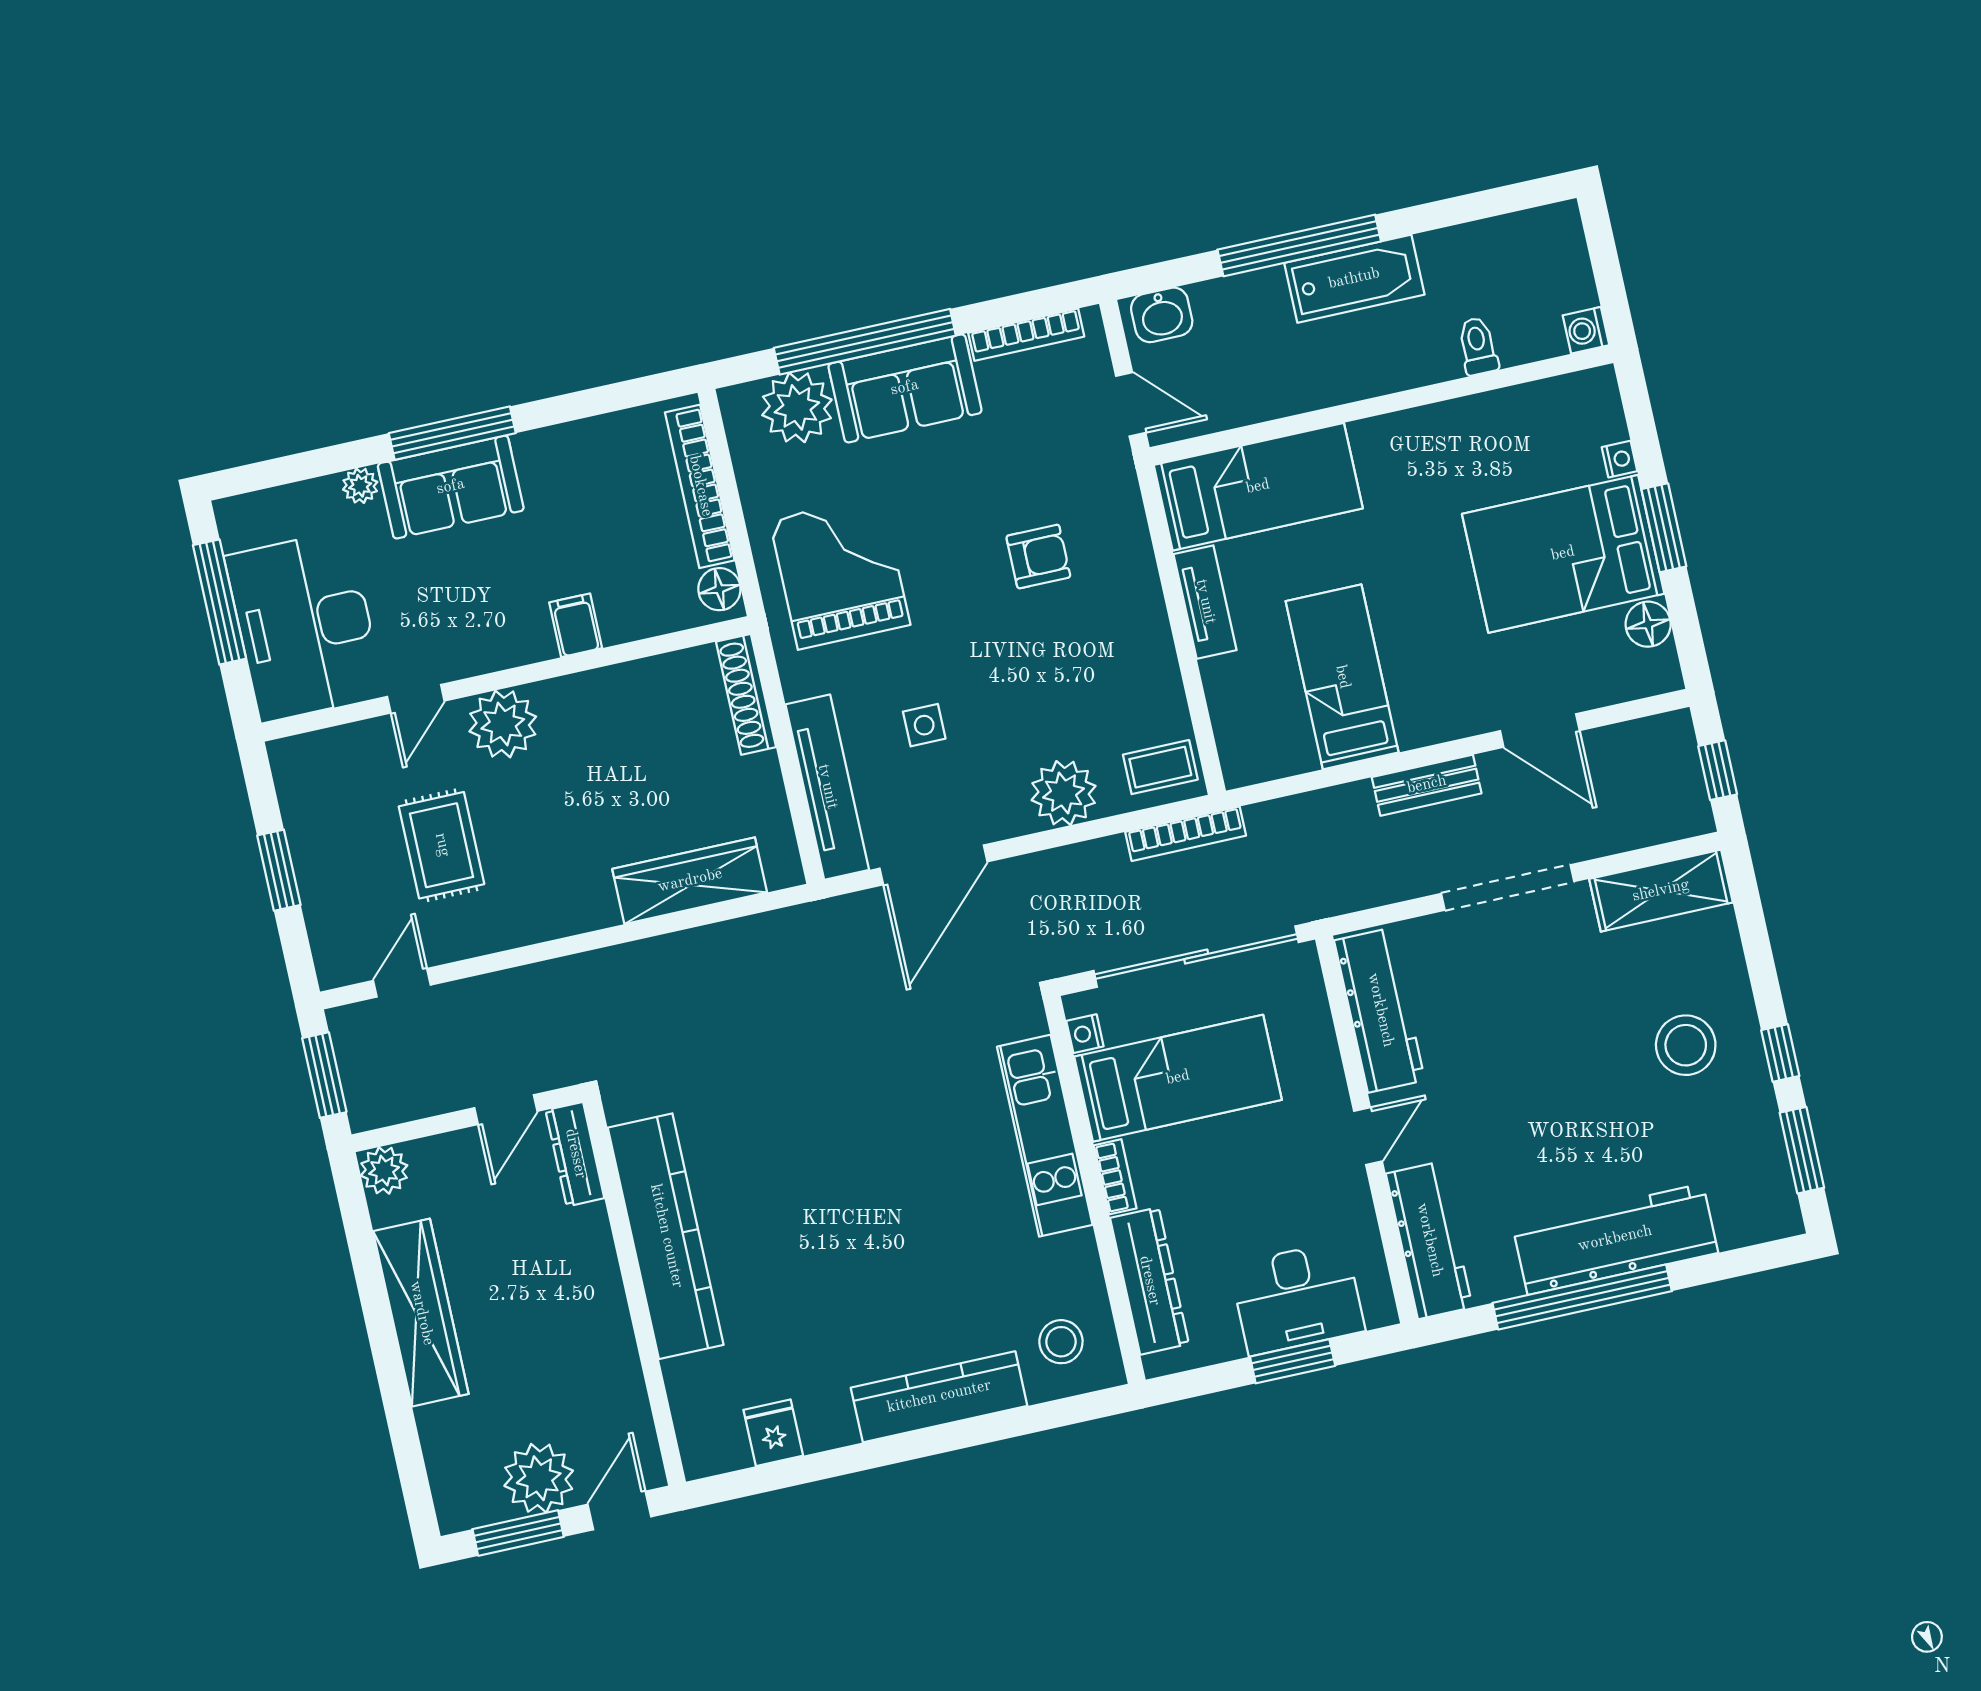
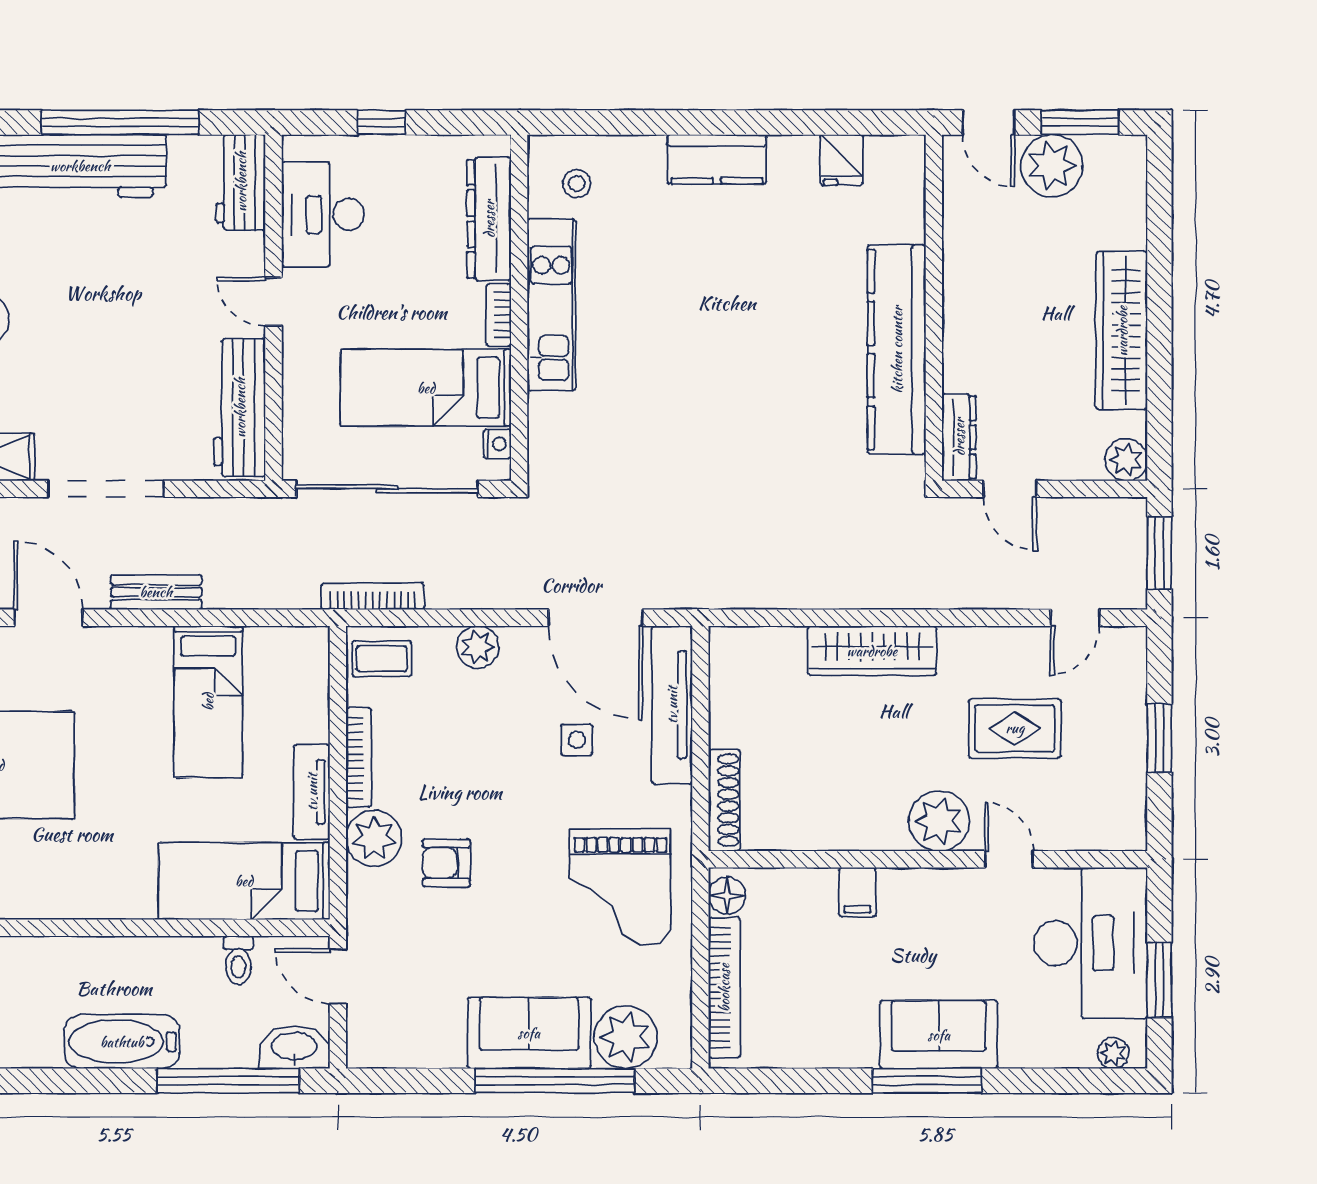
window: (1299, 245) -> (228, 1081), moved
washbasin: (1162, 315) -> (294, 1047), width x1.38
bookcase: (1026, 335) -> (359, 758), moved, turned 90
toilet: (1478, 346) -> (238, 960), moved
plant: (360, 486) -> (1113, 1053), moved
plant: (1125, 566) -> (374, 838), added
window: (219, 602) -> (1159, 980), width x0.69
door: (416, 699) -> (1009, 859), hinge flipped
plant: (1064, 793) -> (478, 647), width x0.73, depth x0.73
rug: (442, 845) -> (1015, 728), turned 90
door: (934, 865) -> (595, 618), swing flipped
wardrobe: (690, 881) -> (872, 651), moved
door: (506, 1110) -> (1010, 489), swing flipped
kitchen unit: (1045, 1136) -> (551, 305), moved
door: (1368, 1136) -> (274, 302), hinge flipped
workbench: (1429, 1240) -> (241, 182), width x0.73
desk: (1297, 1298) -> (323, 215), moved, turned -90
stool: (1061, 1342) -> (577, 183), width x0.73, depth x0.73
window: (1293, 1361) -> (381, 122), width x0.67
kitchen counter: (939, 1397) -> (717, 159), width x0.67
door: (619, 1510) -> (989, 122), hinge flipped

